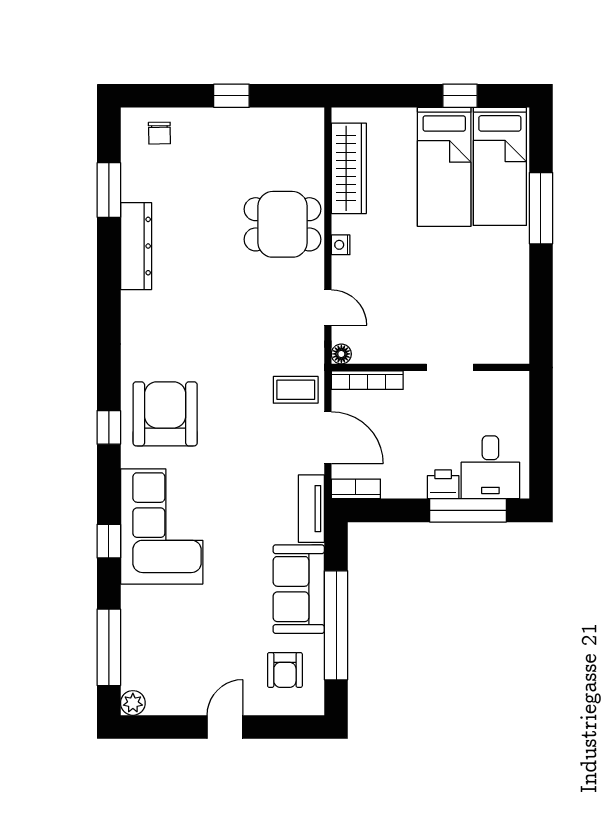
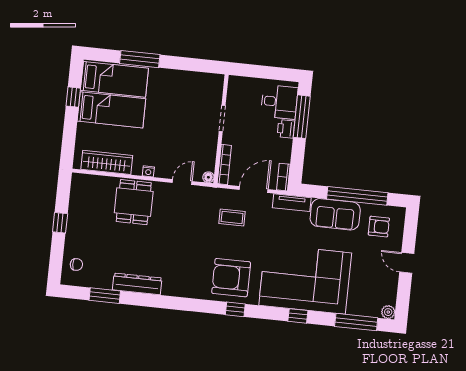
coffee table: (296, 390) -> (232, 217), moved, turned 90
corner sofa: (162, 526) -> (305, 279), width x1.36, depth x1.36

